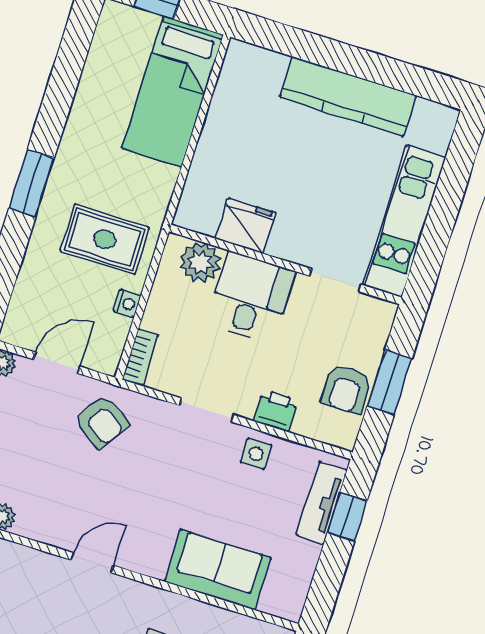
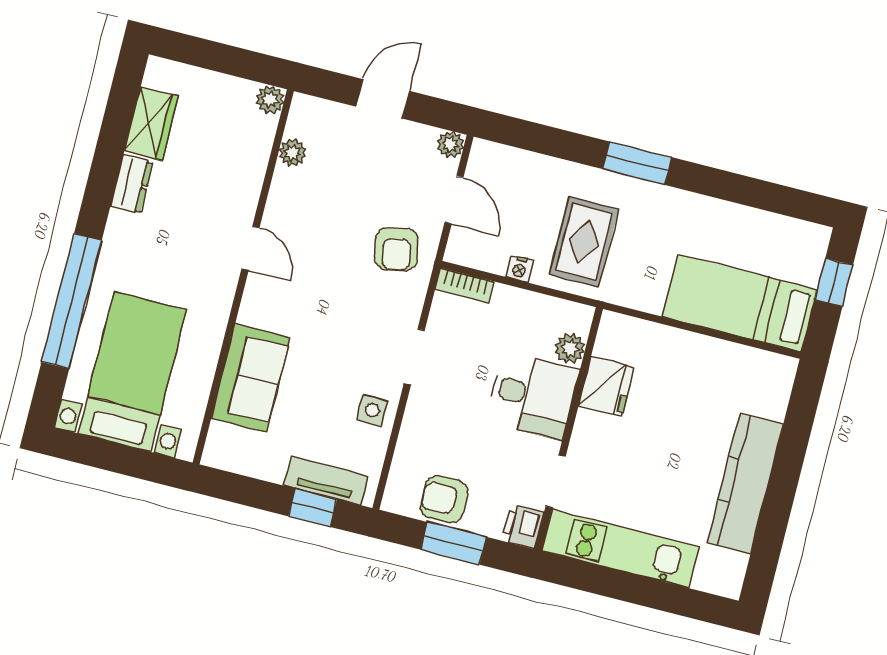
plant: (200, 262) -> (570, 348), width x0.73, depth x0.73
printer: (276, 411) -> (523, 526), moved, turned 180
armchair: (101, 421) -> (397, 249), turned -45

